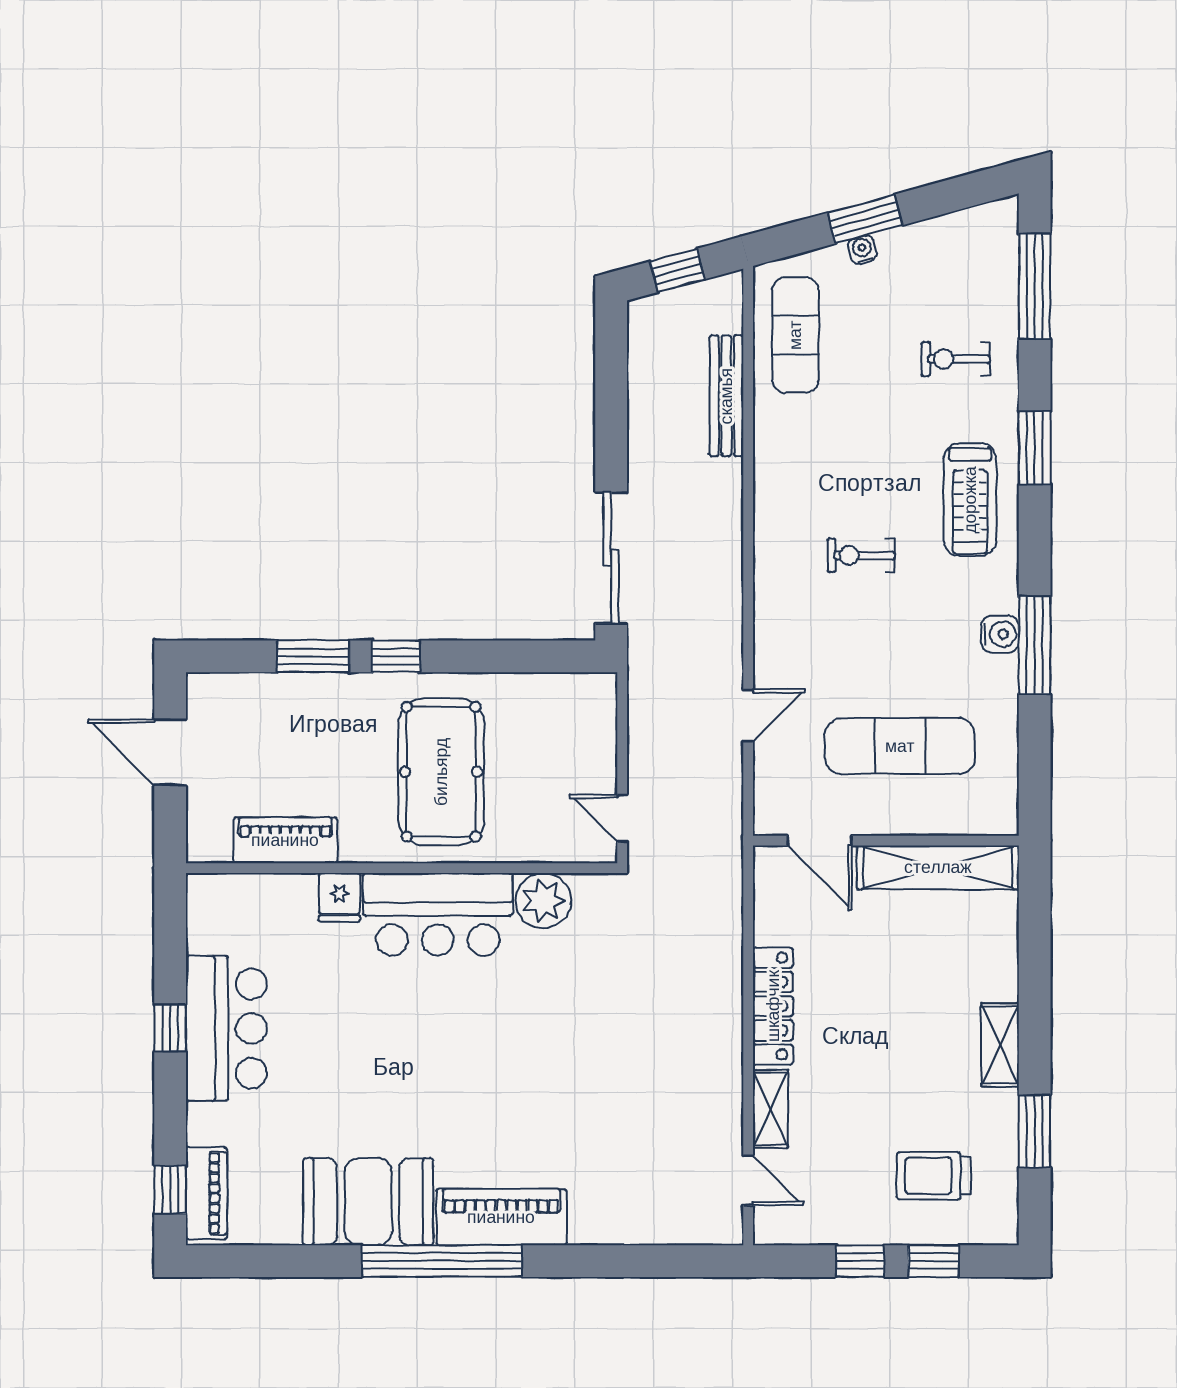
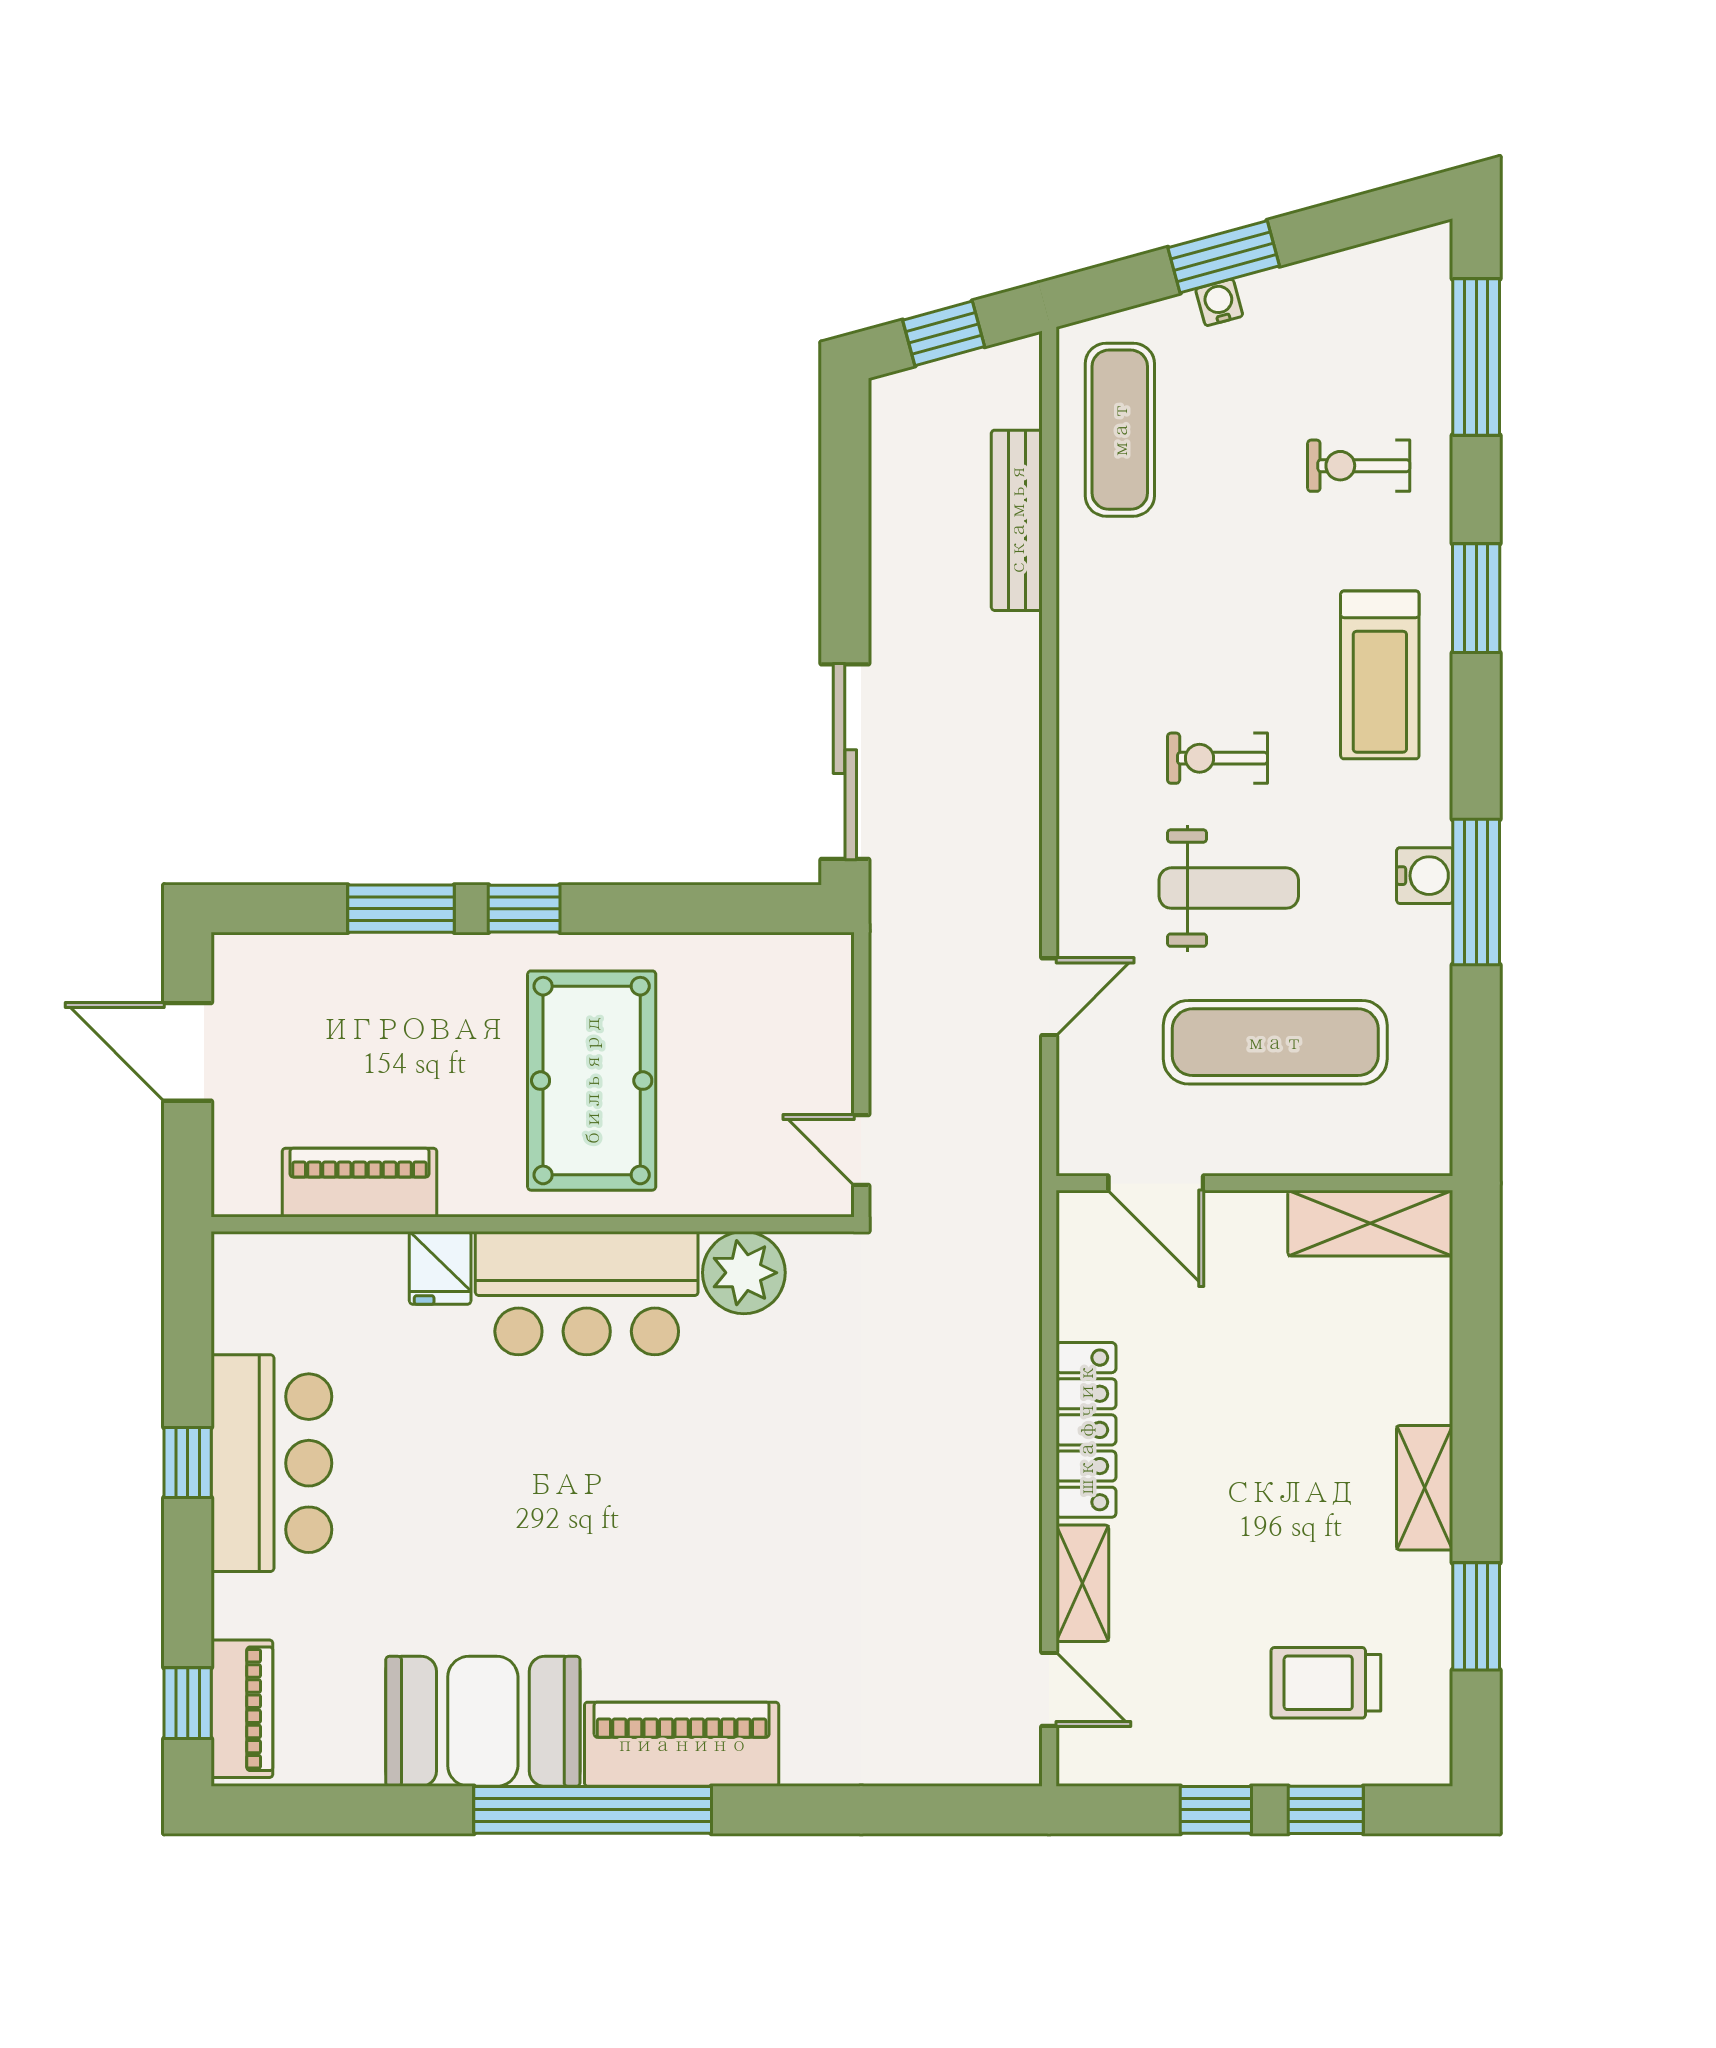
weight bench: (869, 643) -> (1229, 888), added
shelving: (938, 867) -> (1370, 1223), width x0.68

